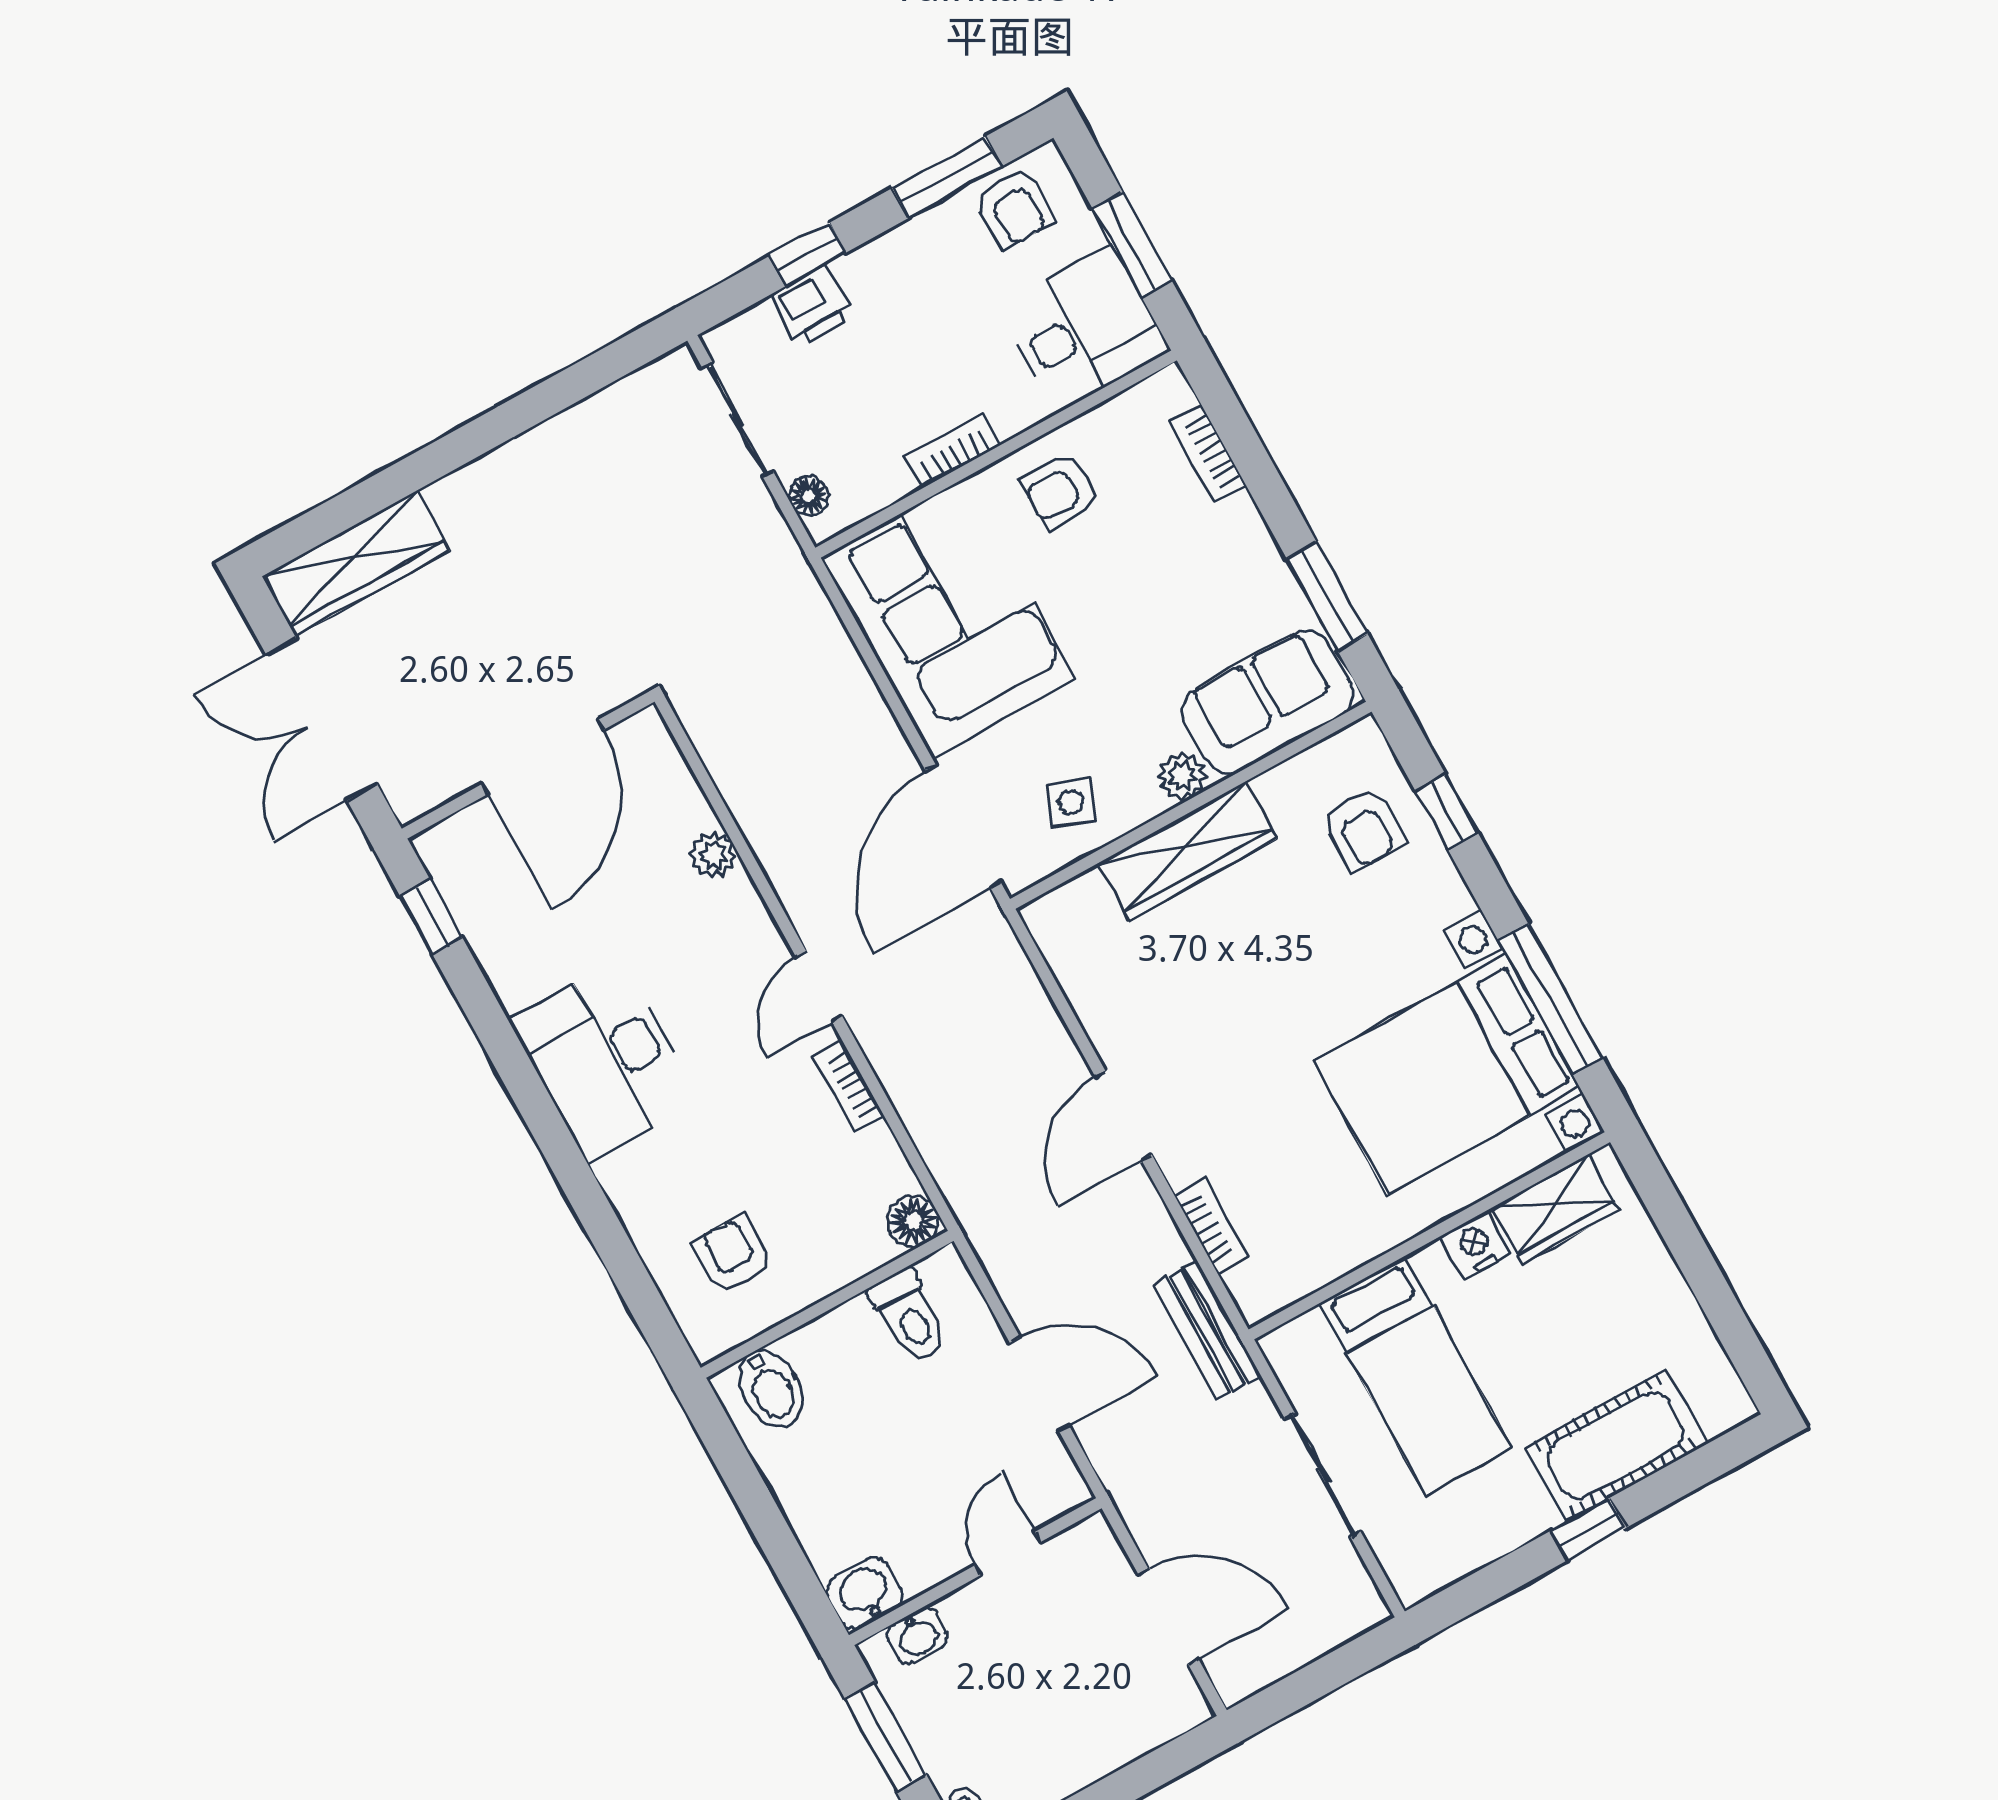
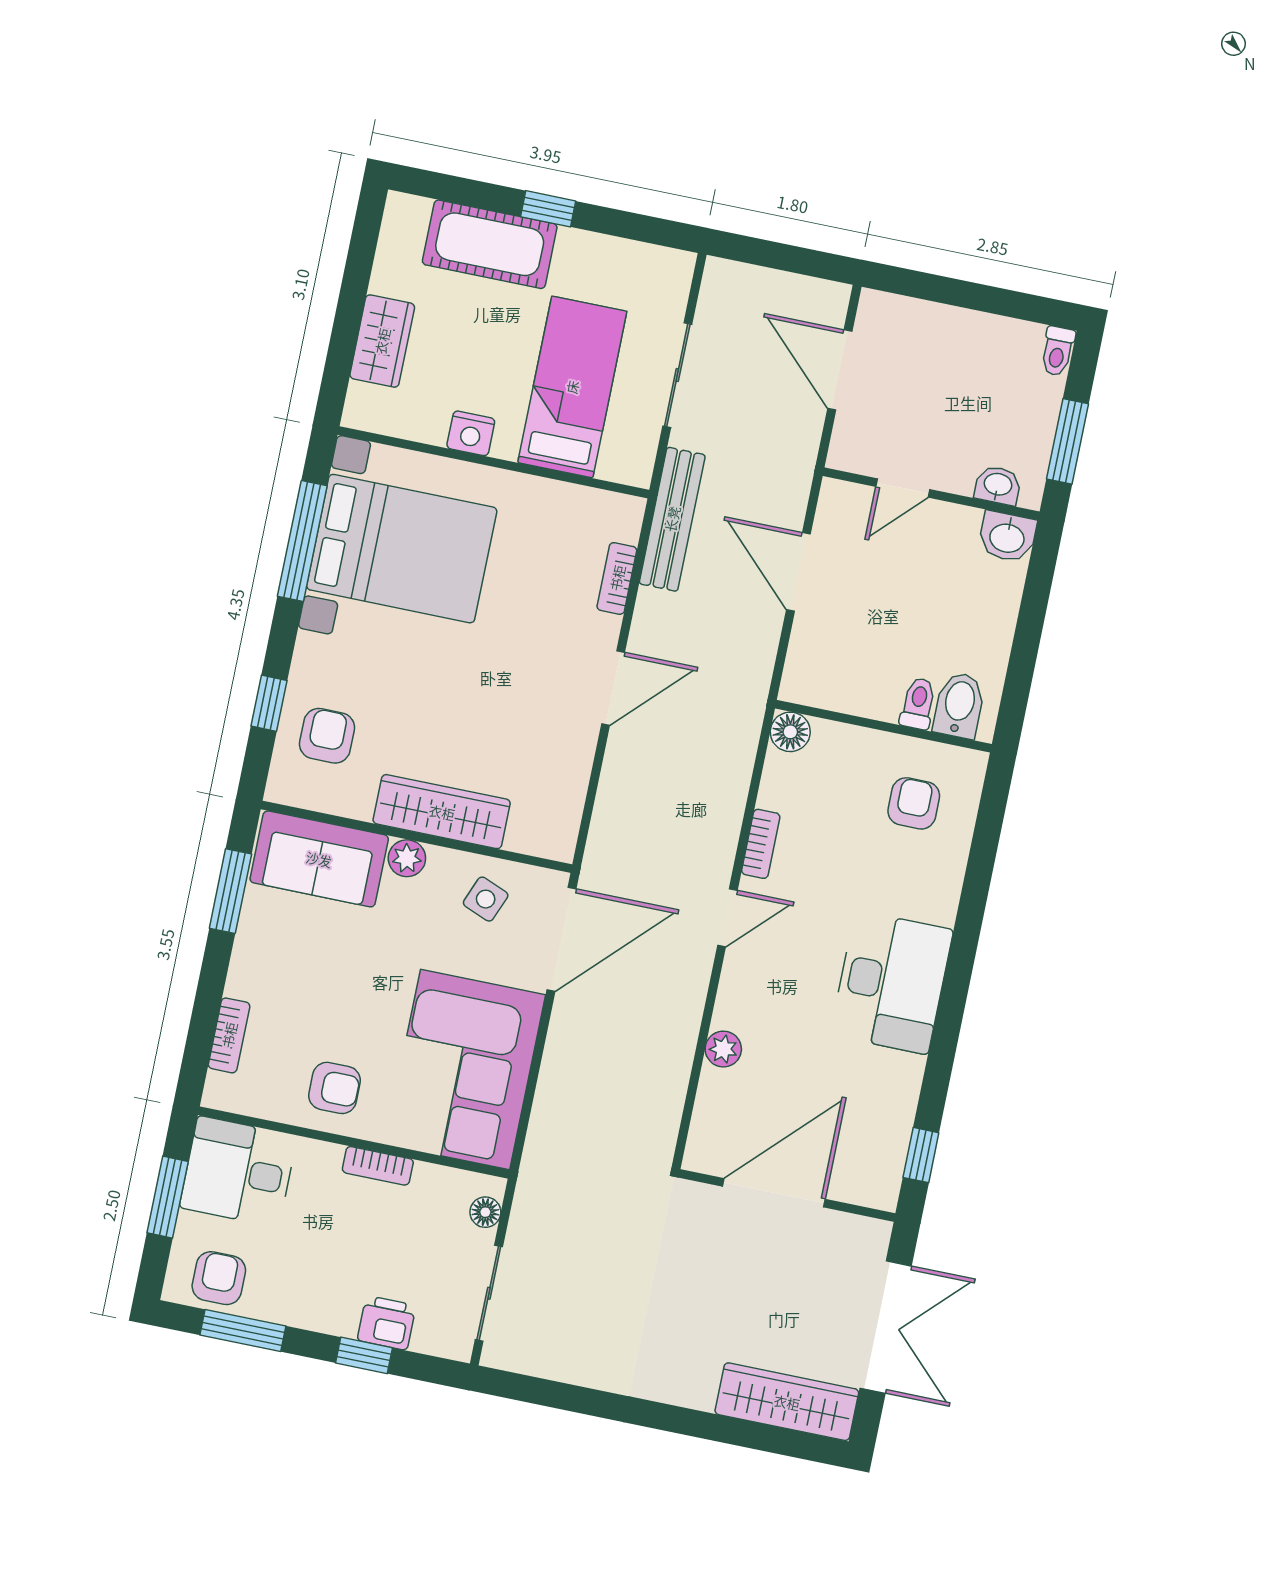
wardrobe: (1555, 1209) -> (382, 341), moved, turned 90
armchair: (733, 1254) -> (914, 803), turned 180
toilet: (909, 1316) -> (918, 703), moved, width x0.73, depth x0.72
bench: (1207, 1330) -> (672, 519), width x1.36

